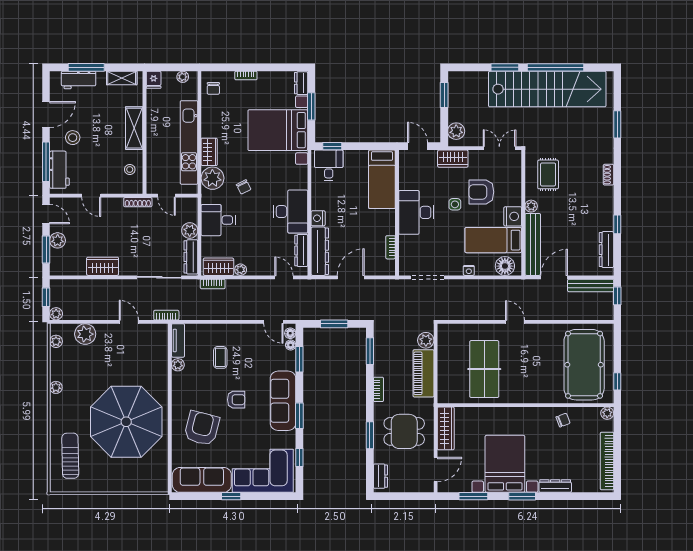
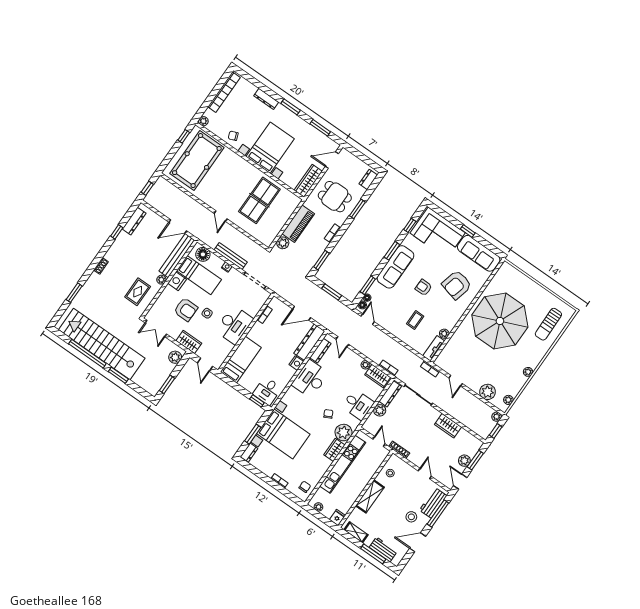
bench: (591, 285) -> (231, 256), moved
bed with nightstands: (505, 464) -> (270, 148), moved, turned 180

